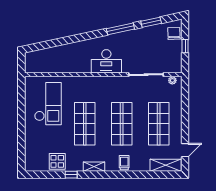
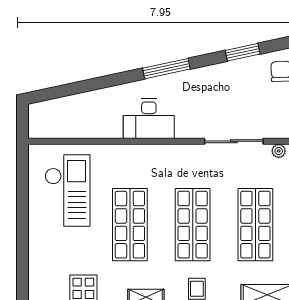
window: (120, 29) -> (166, 69), moved
desk: (106, 61) -> (149, 119), moved

